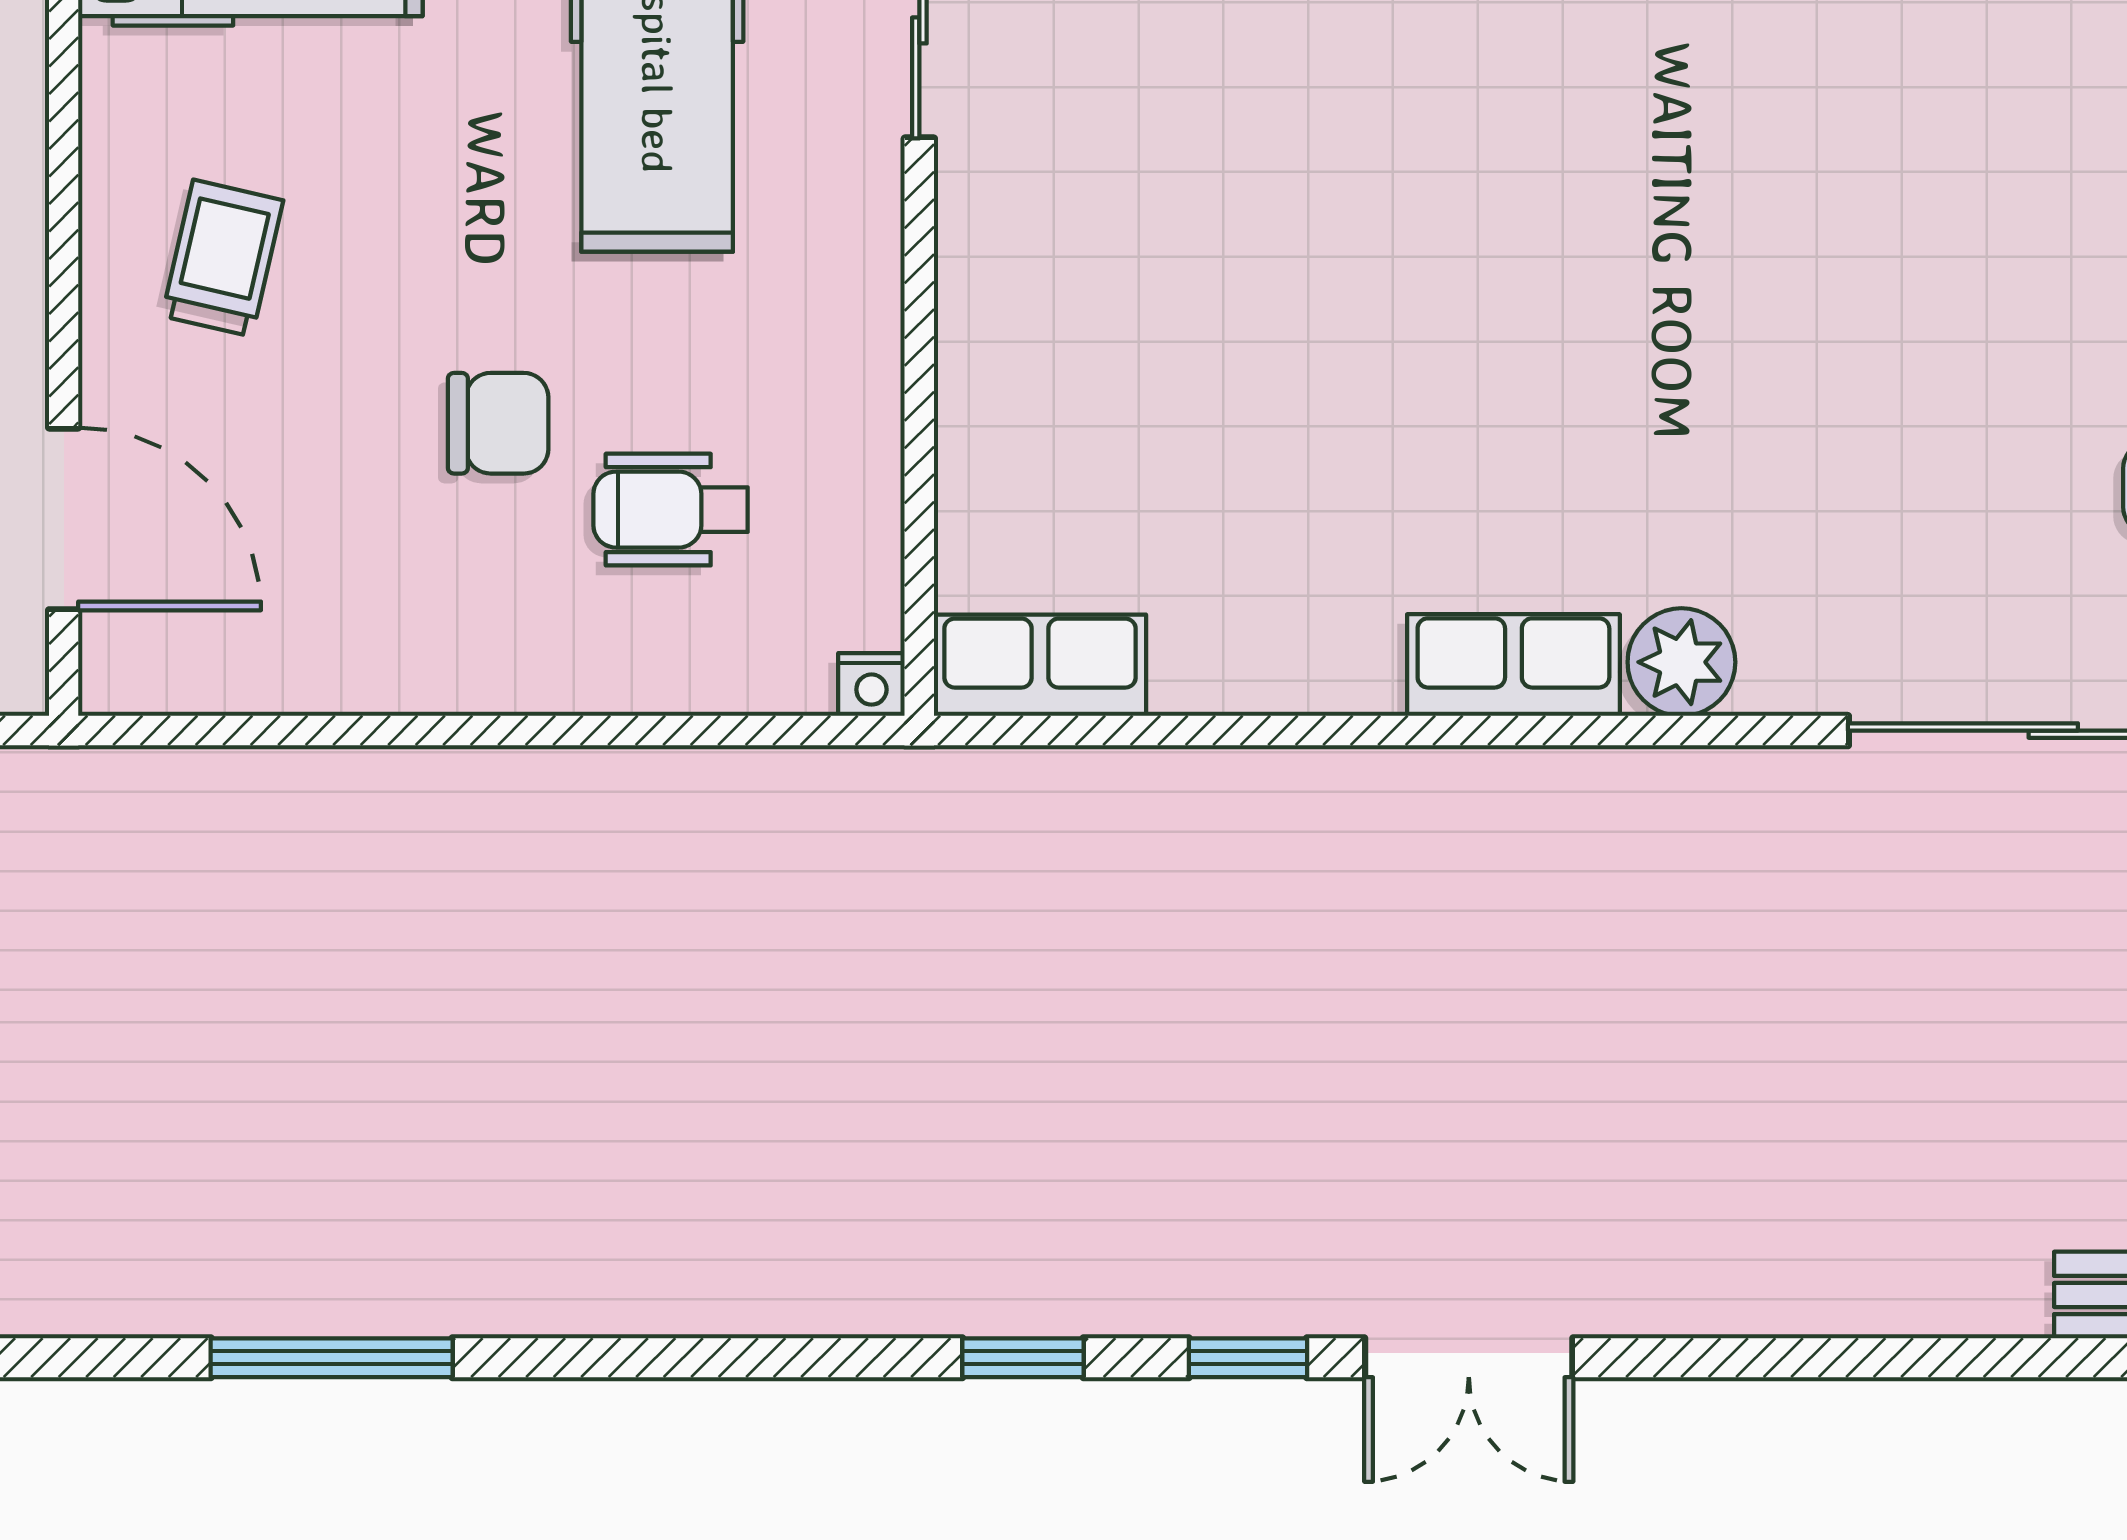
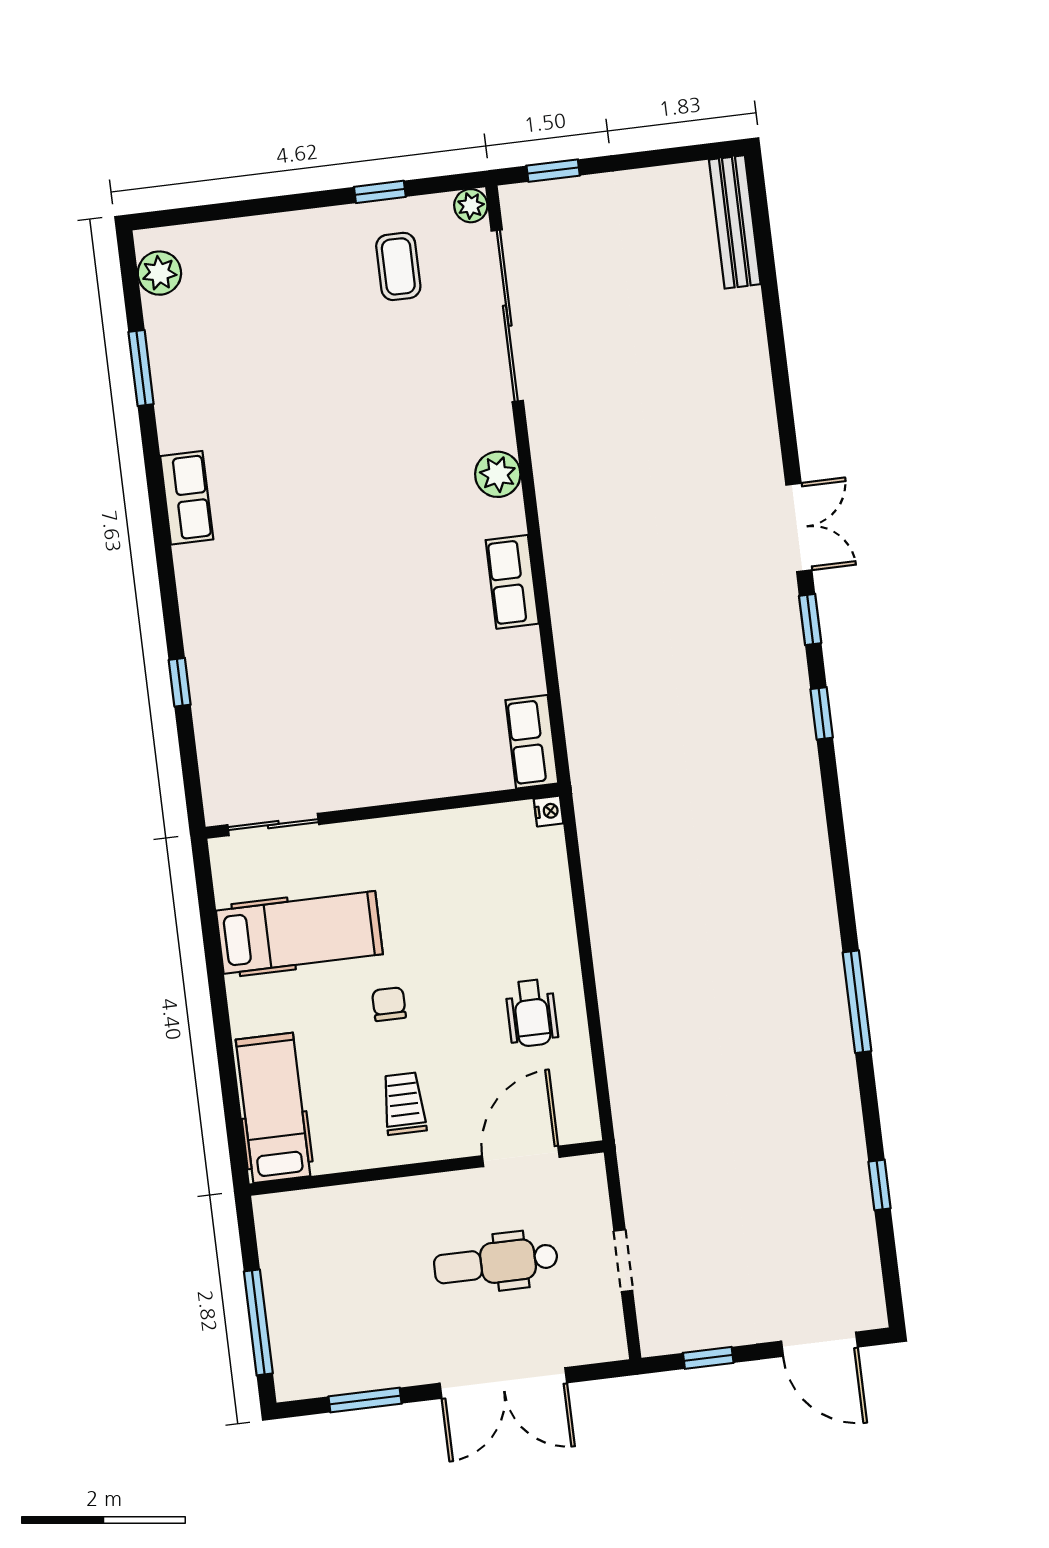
trolley: (223, 258) -> (404, 1104), turned 77
chair: (498, 423) -> (389, 1004), moved, width x0.73, depth x0.73
wheelchair: (670, 510) -> (532, 1013), moved
row of seats: (1513, 665) -> (512, 582), moved

